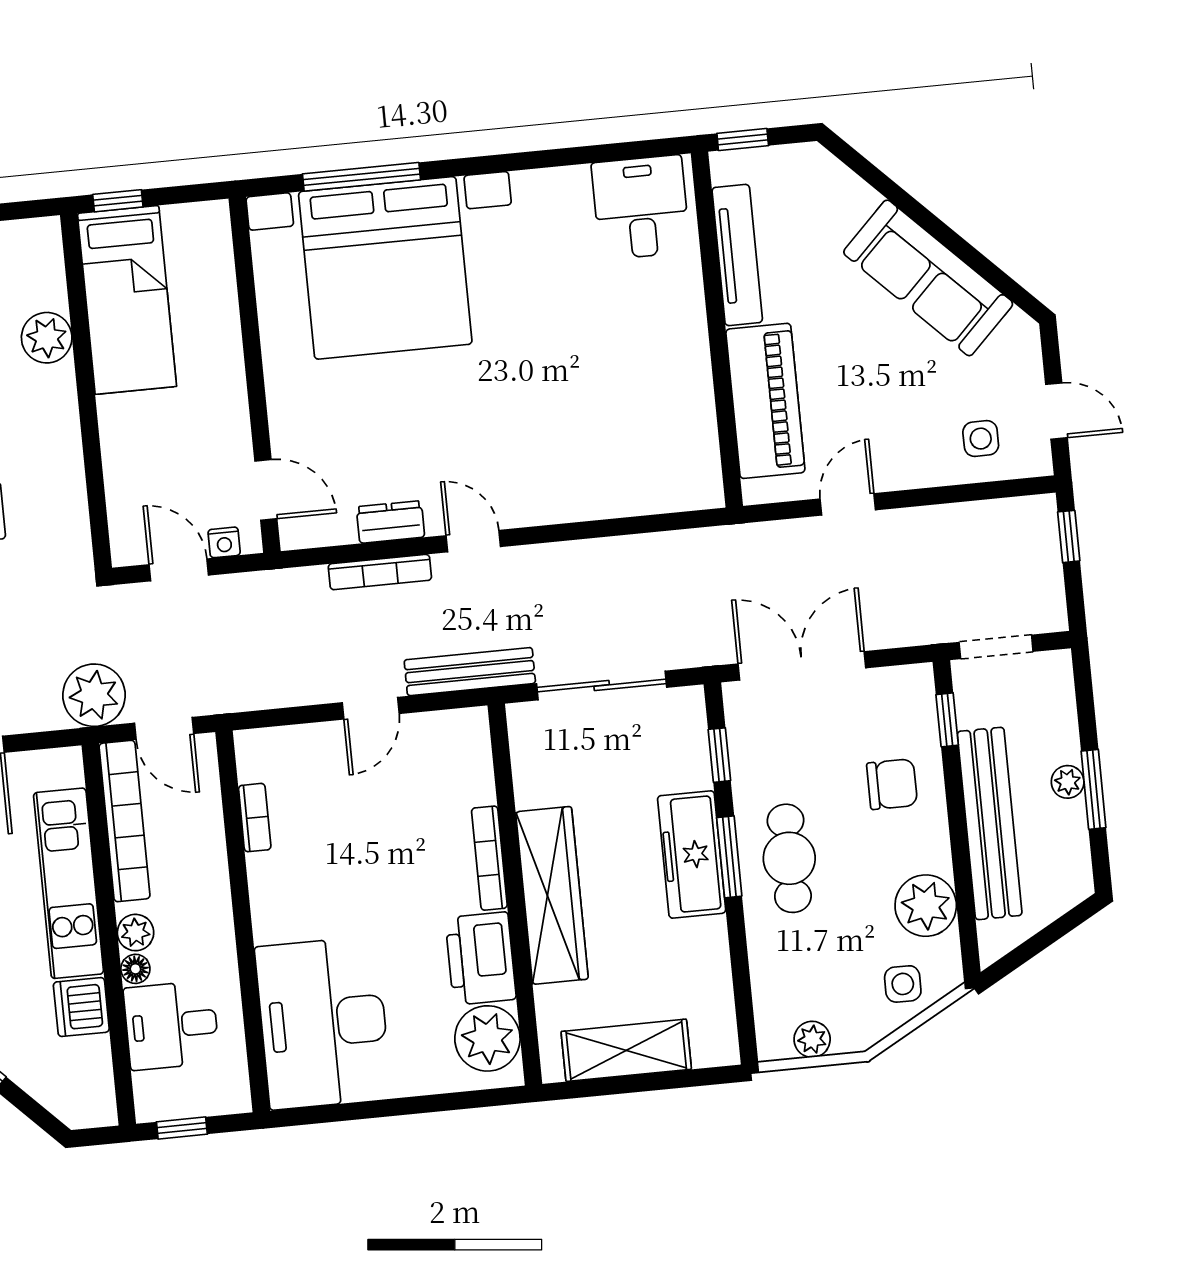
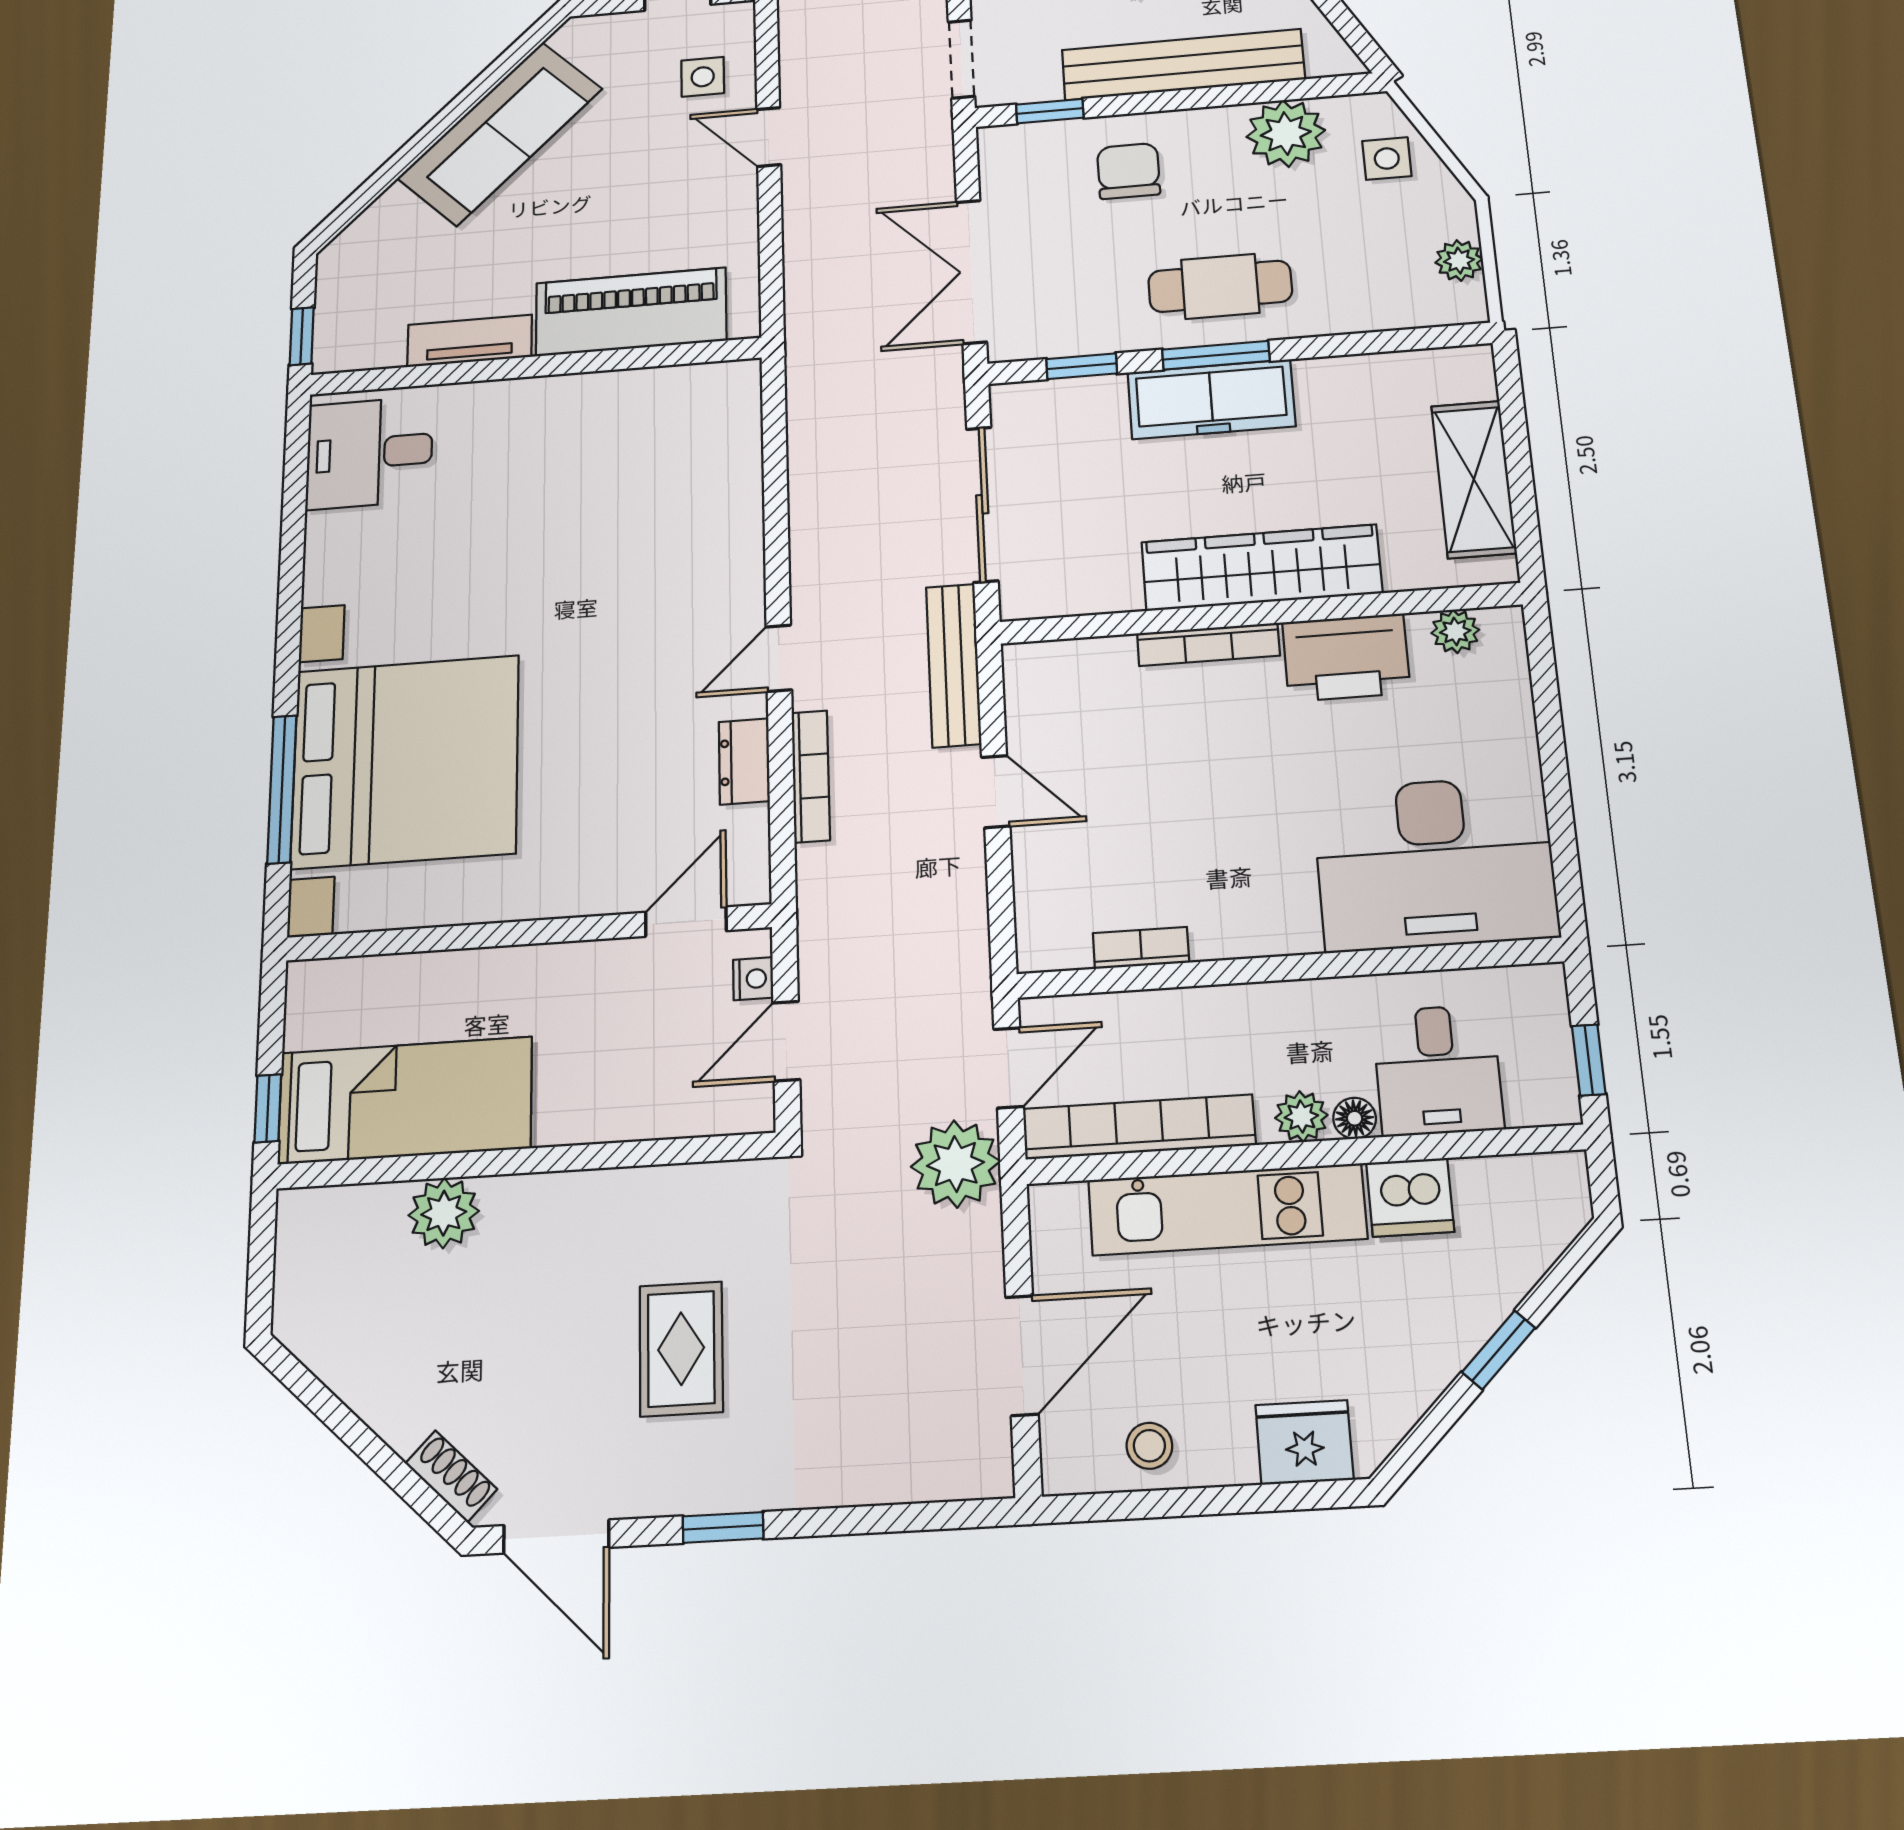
tv unit: (737, 255) -> (470, 341), width x0.71
door: (848, 504) -> (769, 137), moved
plant: (487, 1038) -> (1455, 631), width x0.53, depth x0.53

